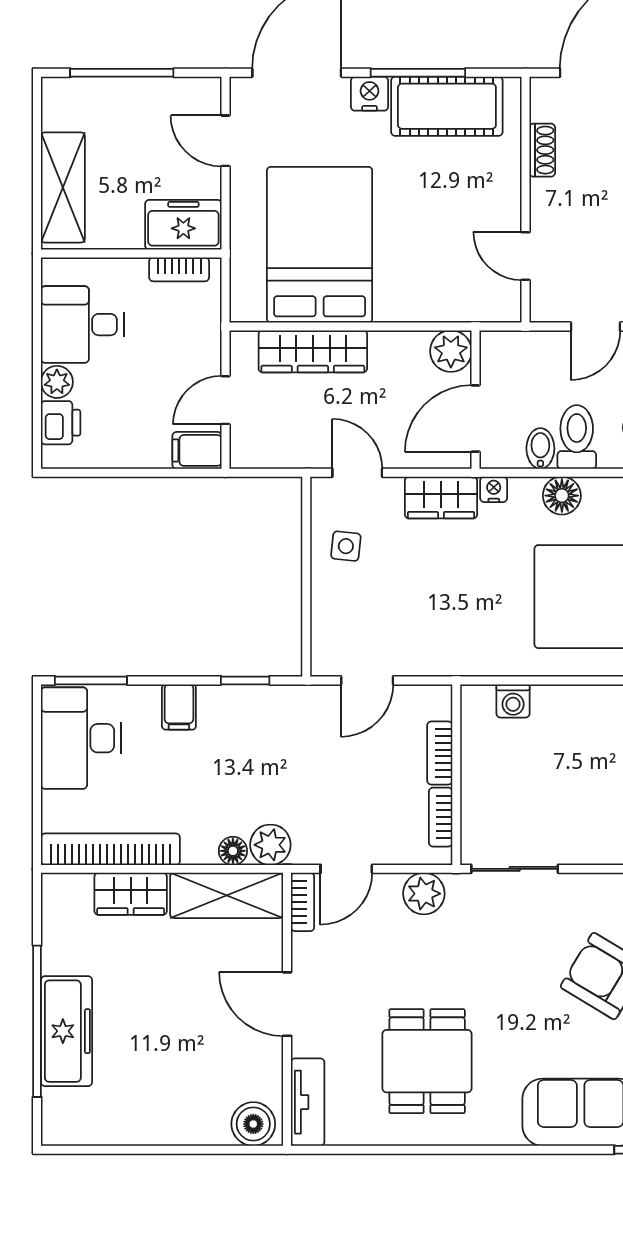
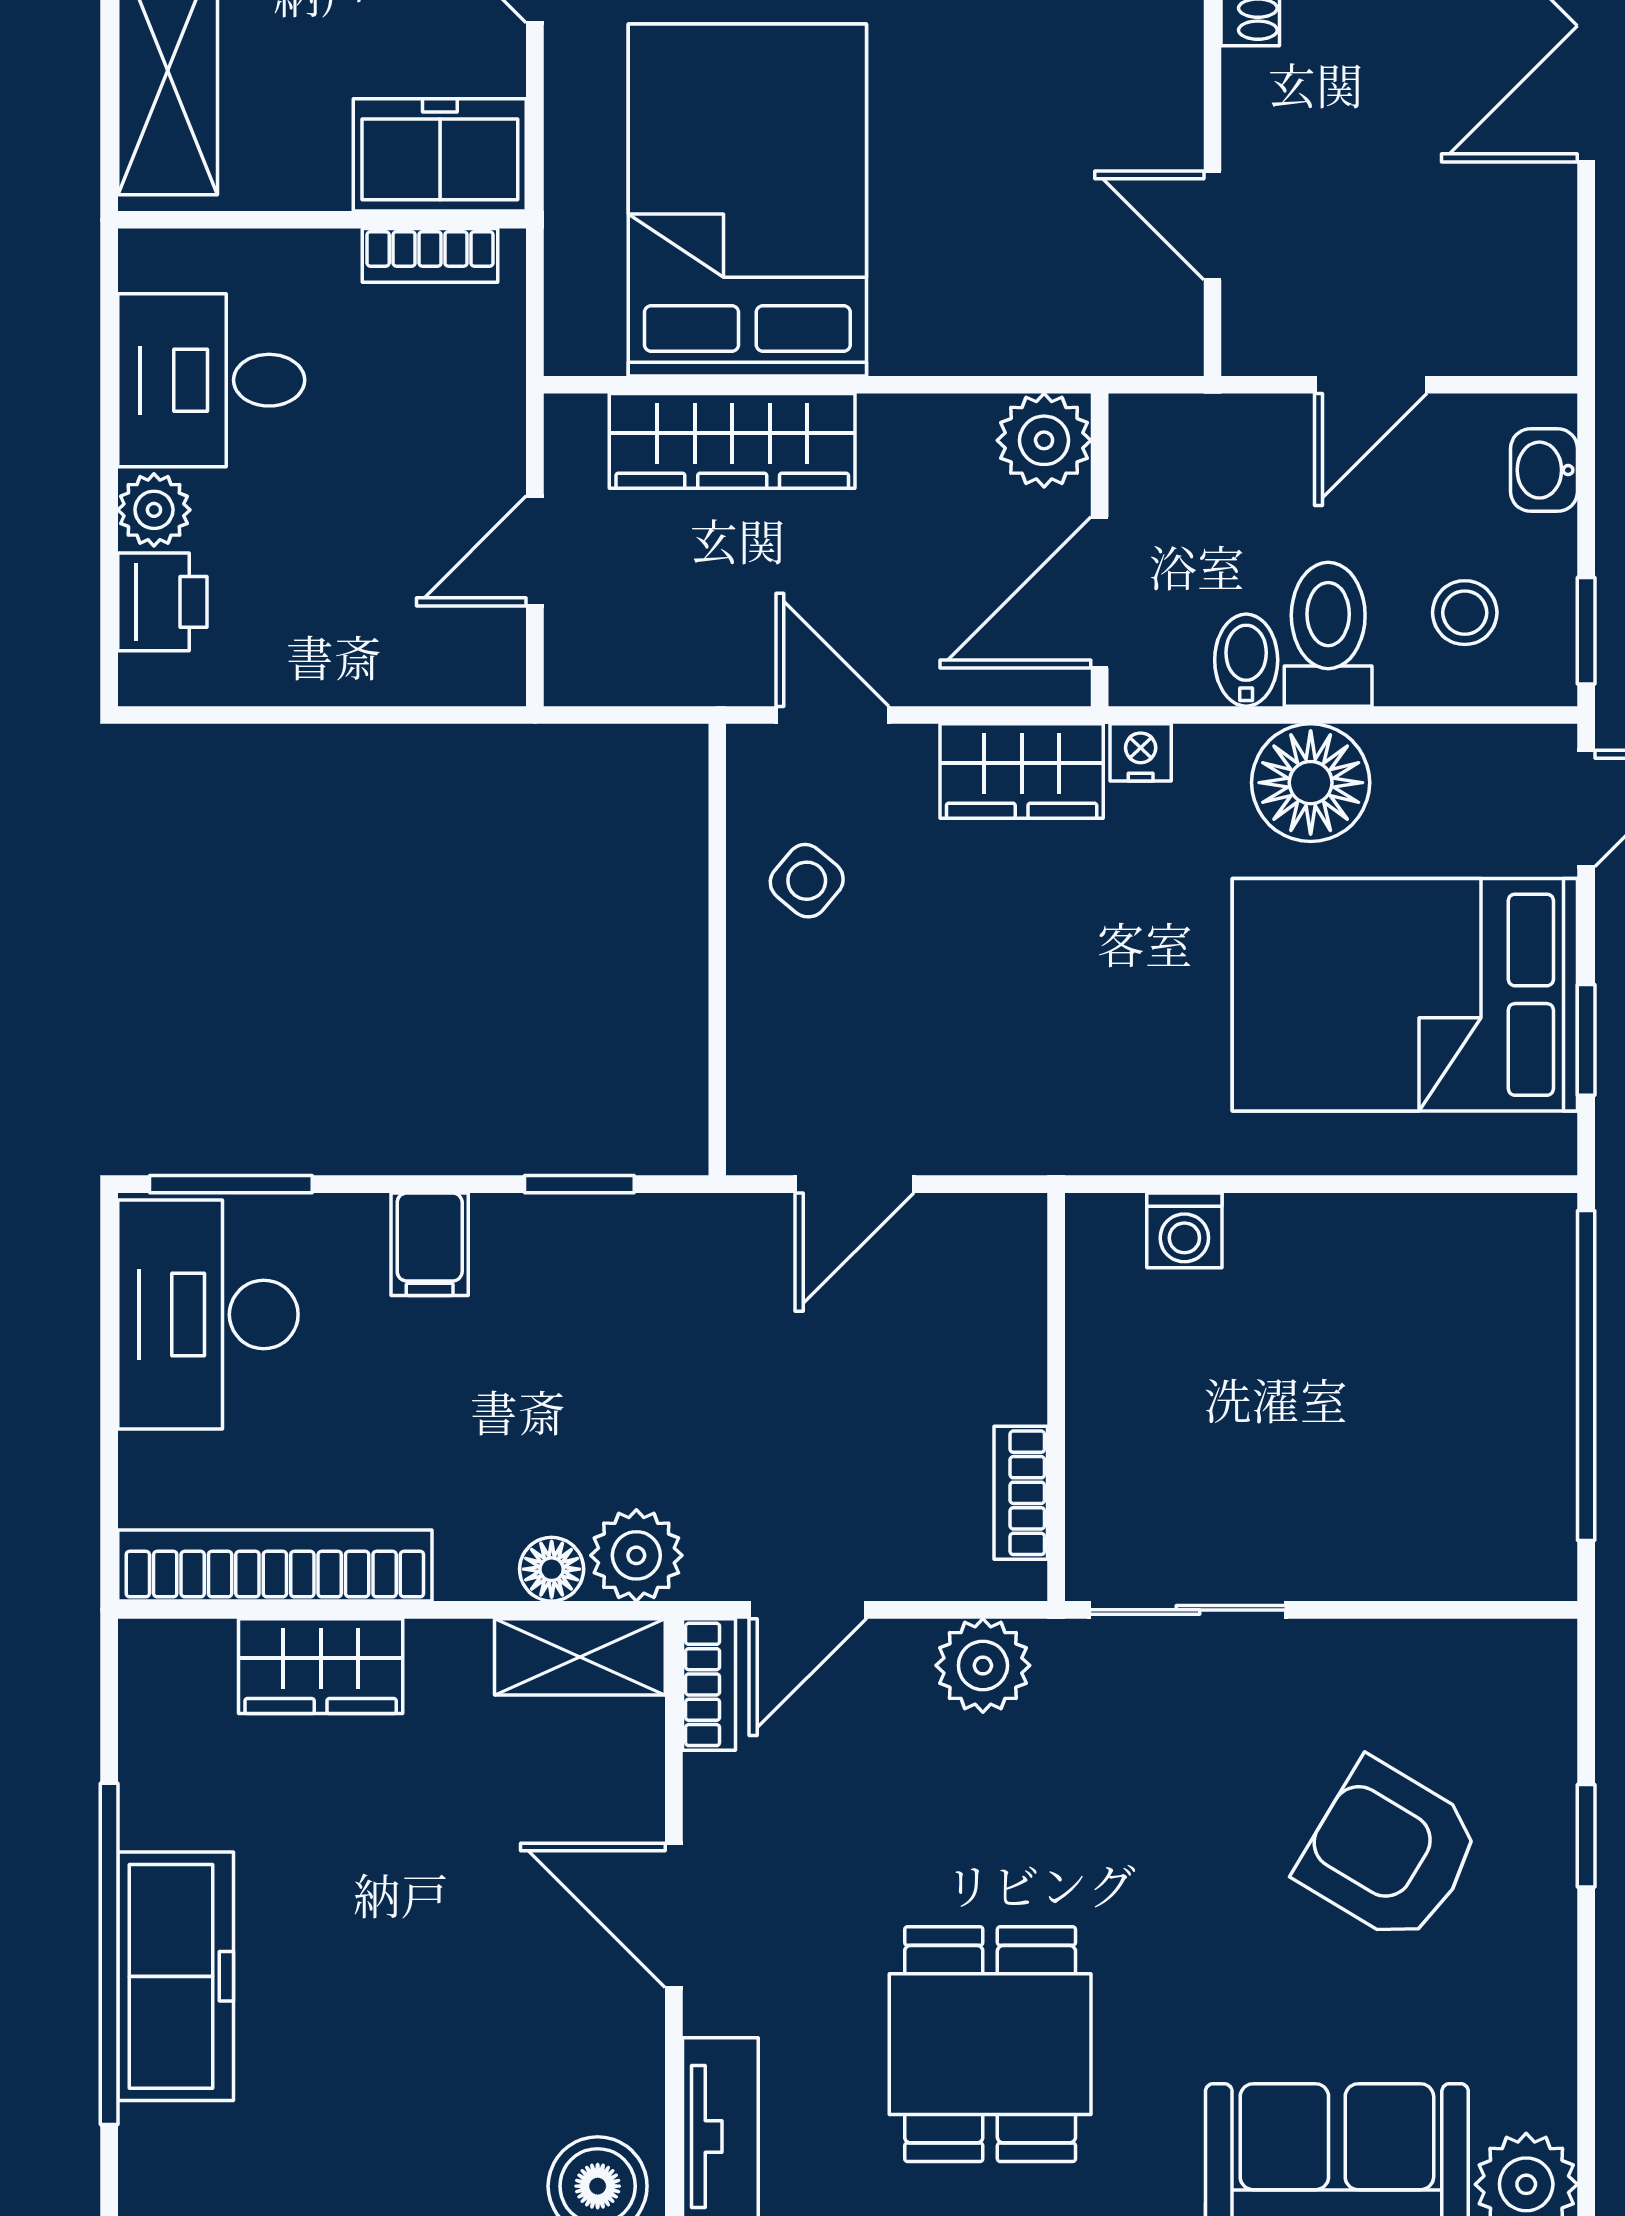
filing cabinet: (197, 450) -> (471, 665), removed
floor lamp: (562, 496) -> (1311, 783), width x1.38, depth x1.38
side table: (346, 546) -> (807, 881), turned 34
bookcase: (440, 753) -> (1019, 1348), removed
shelving: (227, 895) -> (580, 1657), width x0.67, depth x0.75

